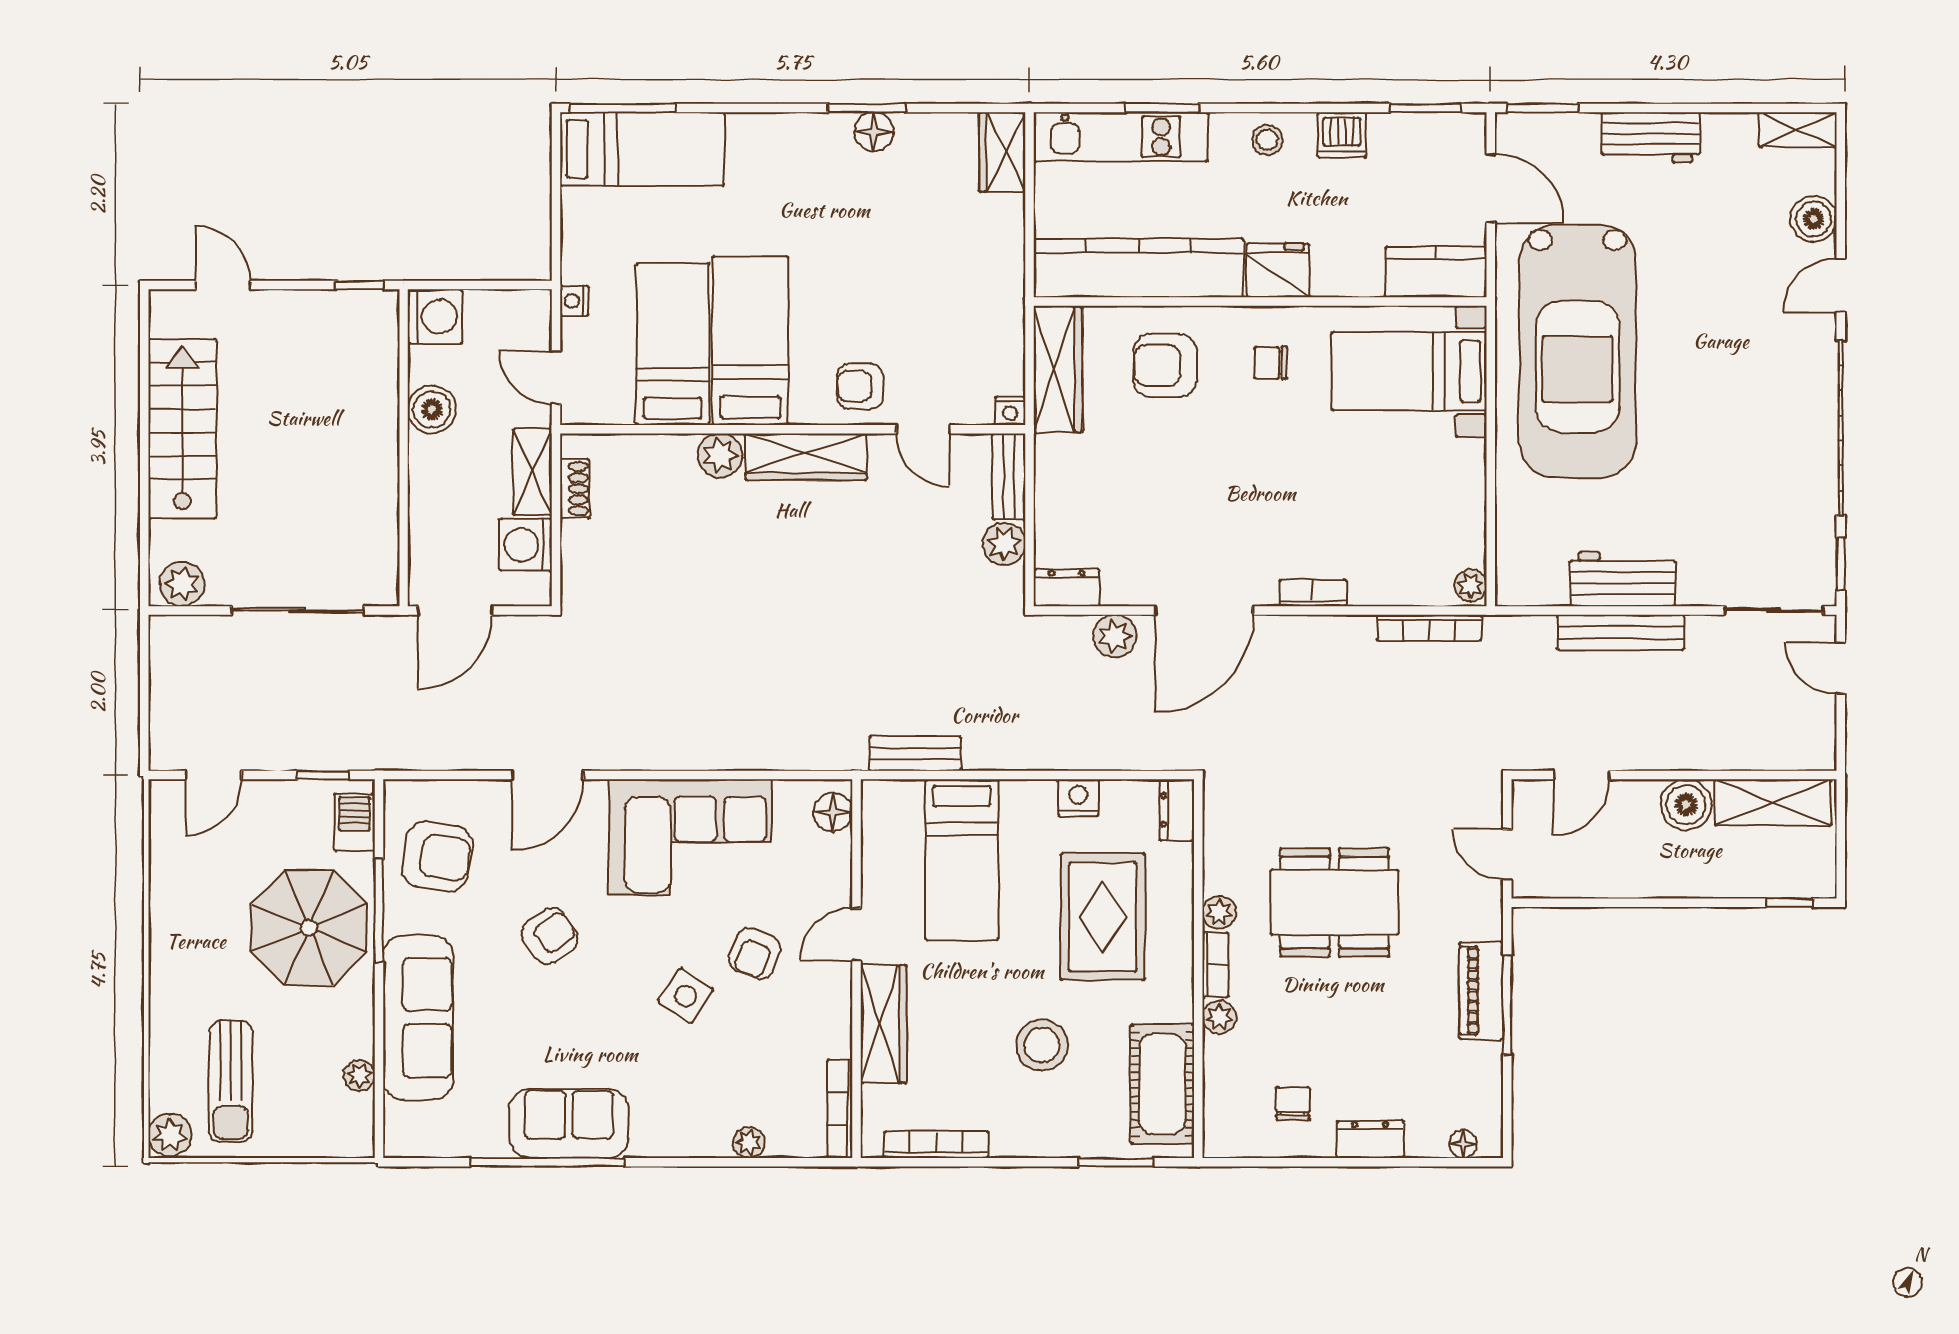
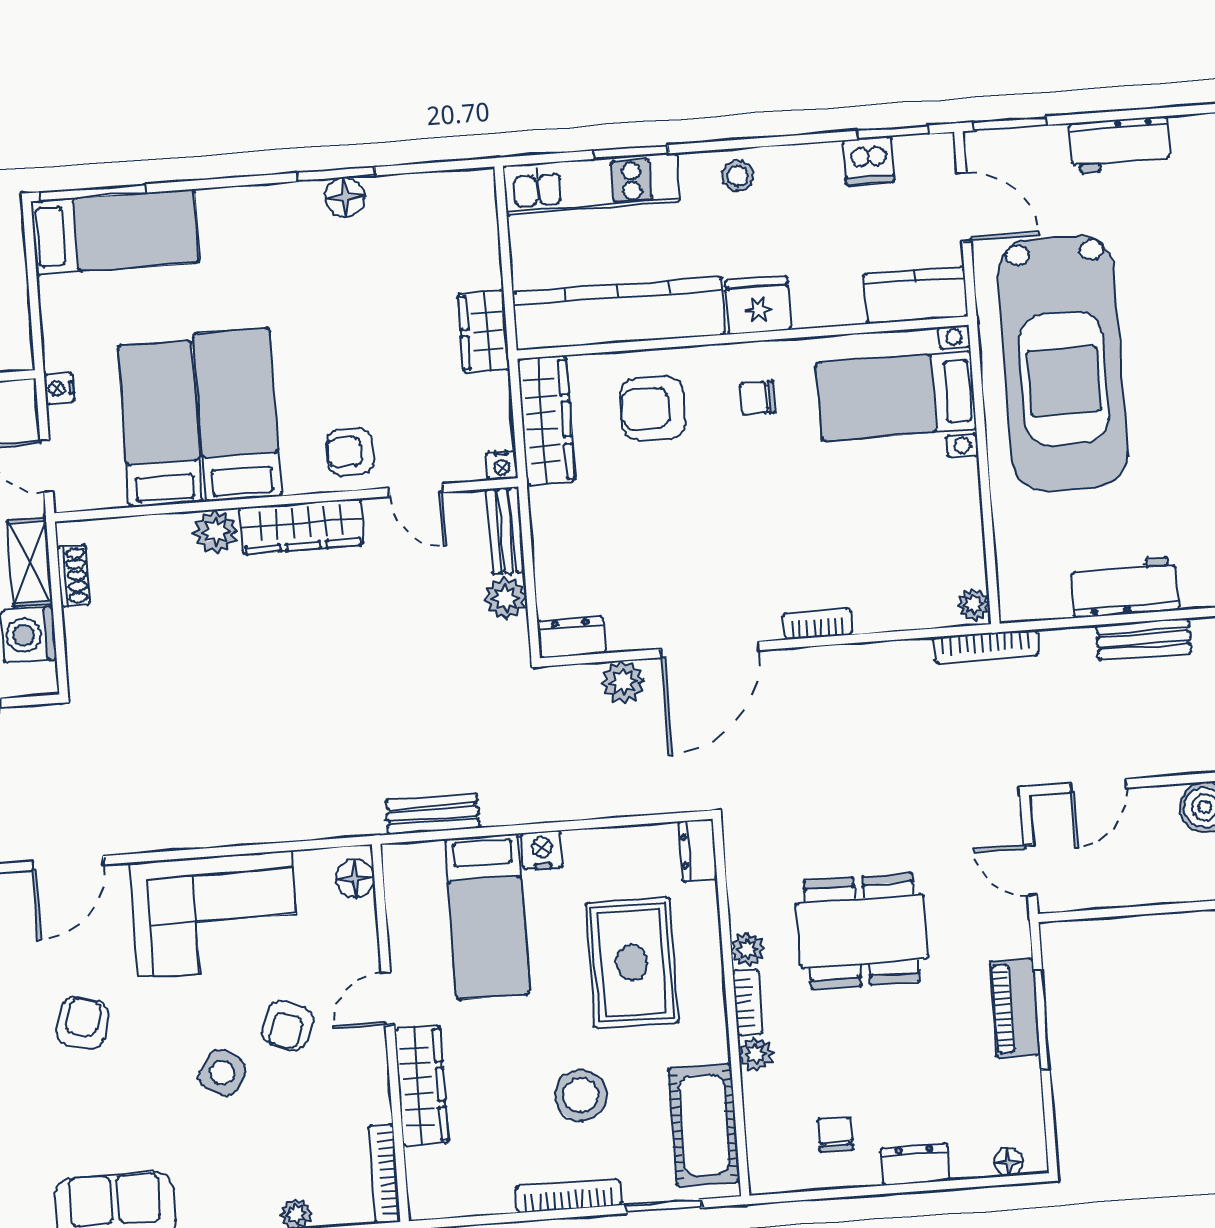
dishwasher: (1342, 135) -> (868, 161), moved
wardrobe: (1002, 152) -> (484, 332), moved
bookcase: (1429, 628) -> (986, 646), moved
bench: (1621, 632) -> (1144, 639), width x0.73
nightstand: (1078, 798) -> (542, 850), moved
armchair: (550, 936) -> (82, 1023), turned -39
bookcase: (936, 1145) -> (568, 1196), moved

